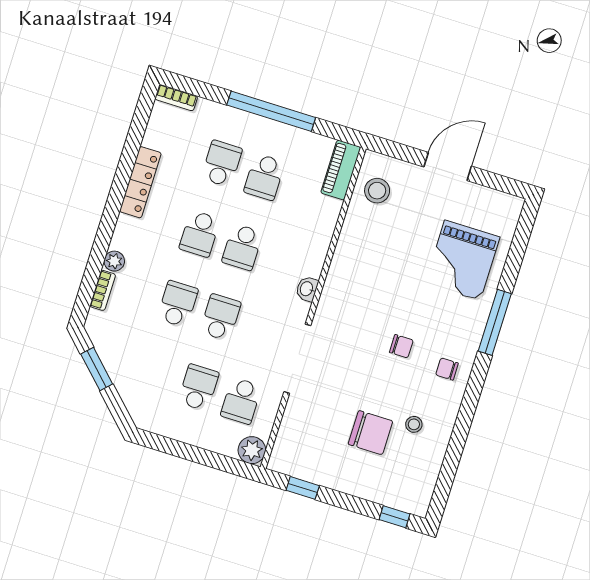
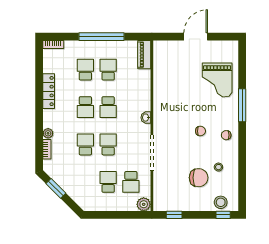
school desk: (264, 177) -> (108, 70), turned 180
stool: (377, 191) -> (221, 202), moved

